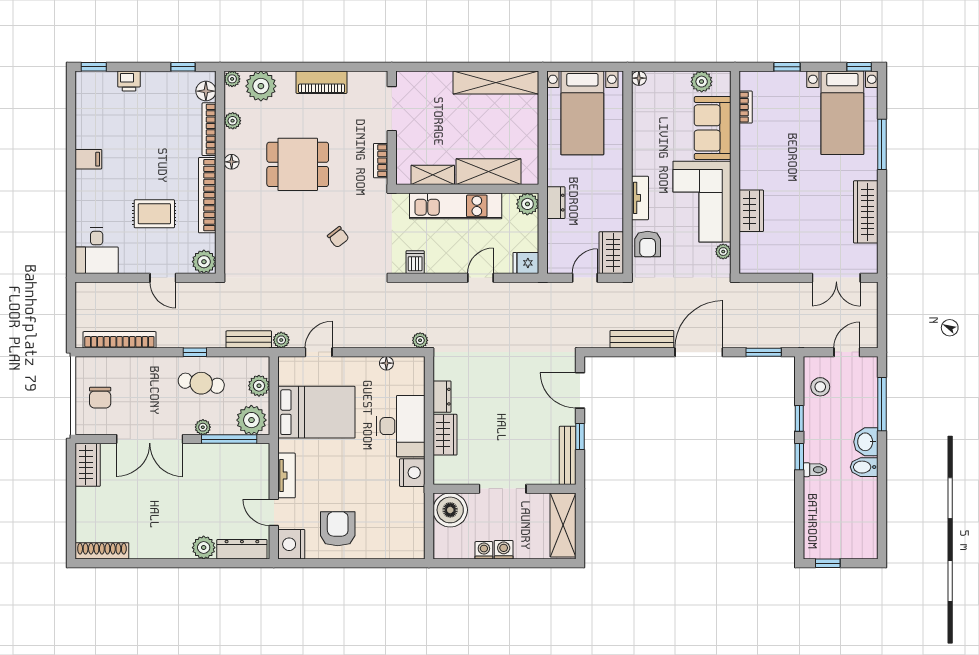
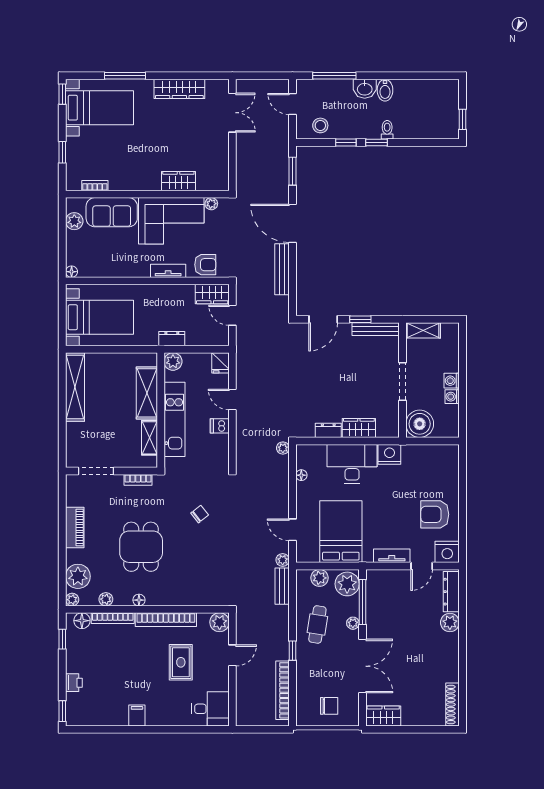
dishwasher: (415, 262) -> (220, 426), moved
window: (195, 352) -> (292, 651), moved
shelving: (563, 525) -> (423, 330), width x0.67, depth x0.75

